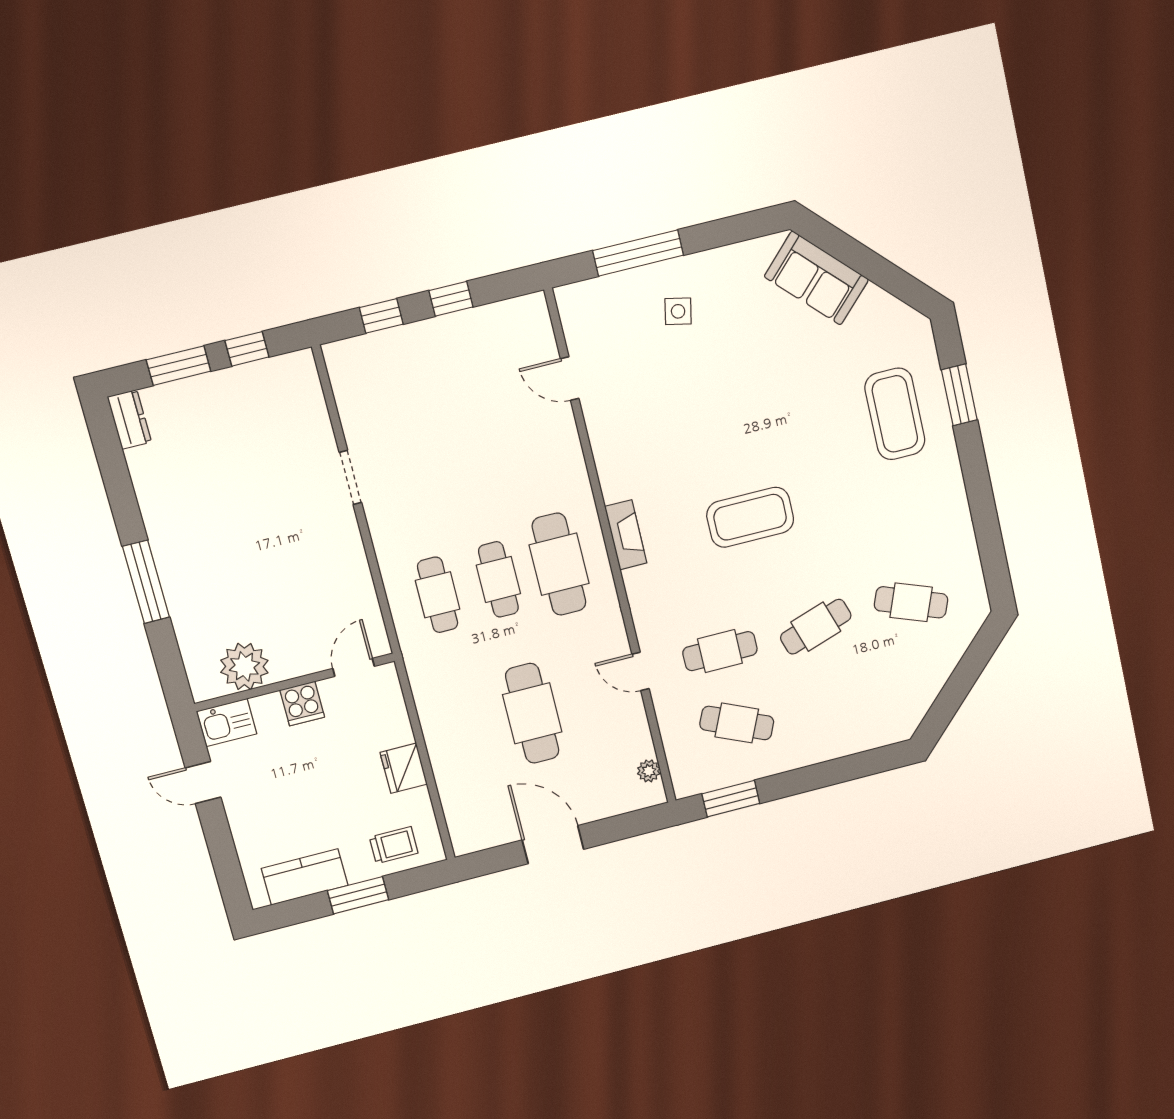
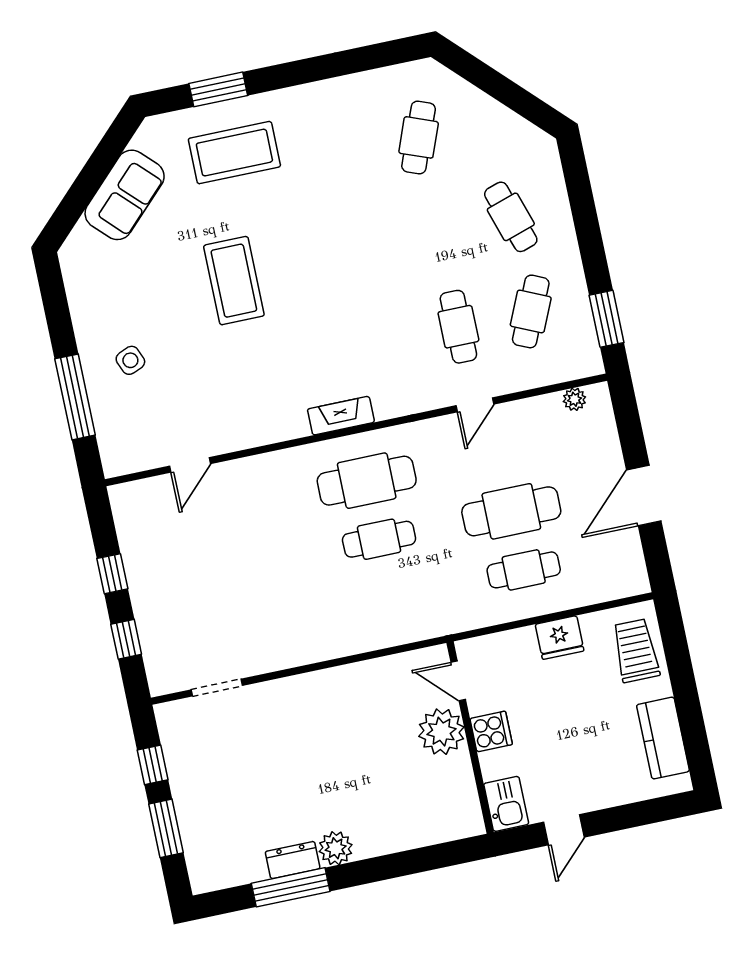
sofa: (816, 278) -> (125, 195), moved
side table: (678, 311) -> (130, 360), turned -35
dresser: (129, 419) -> (293, 860), moved
doorway: (350, 477) -> (217, 688), moved
coffee table: (750, 517) -> (234, 281), moved
plant: (168, 548) -> (336, 848), added
window: (146, 582) -> (291, 887), moved
cafe table: (438, 595) -> (524, 570), moved
cafe table: (816, 627) -> (511, 217), moved
plant: (244, 666) -> (441, 732), moved
trolley: (394, 845) -> (636, 651), width x1.36, depth x1.39
window: (358, 895) -> (684, 687), removed

